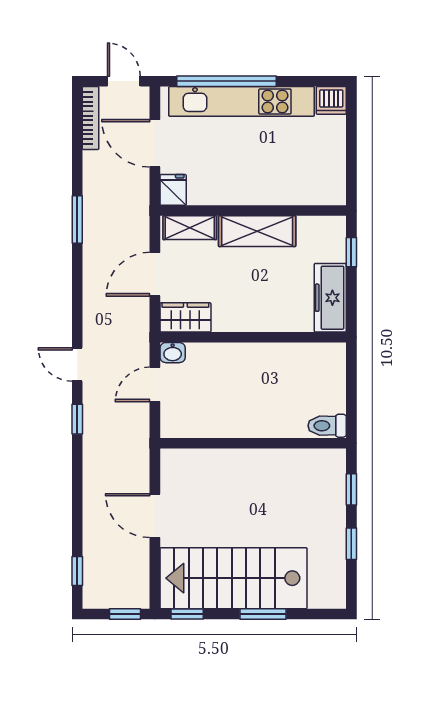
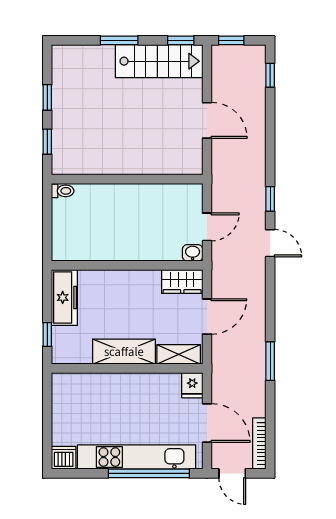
toilet: (327, 426) -> (63, 191), width x0.73, depth x0.72
stairs: (233, 578) -> (159, 61), width x0.73, depth x0.66

